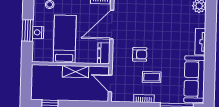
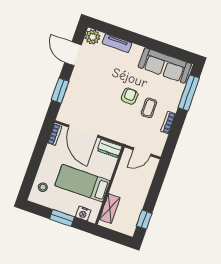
nightstand: (38, 32) -> (83, 214), moved
tv unit: (200, 42) -> (117, 43), moved
armchair: (140, 54) -> (130, 96), moved
shelving: (75, 72) -> (110, 208), moved

